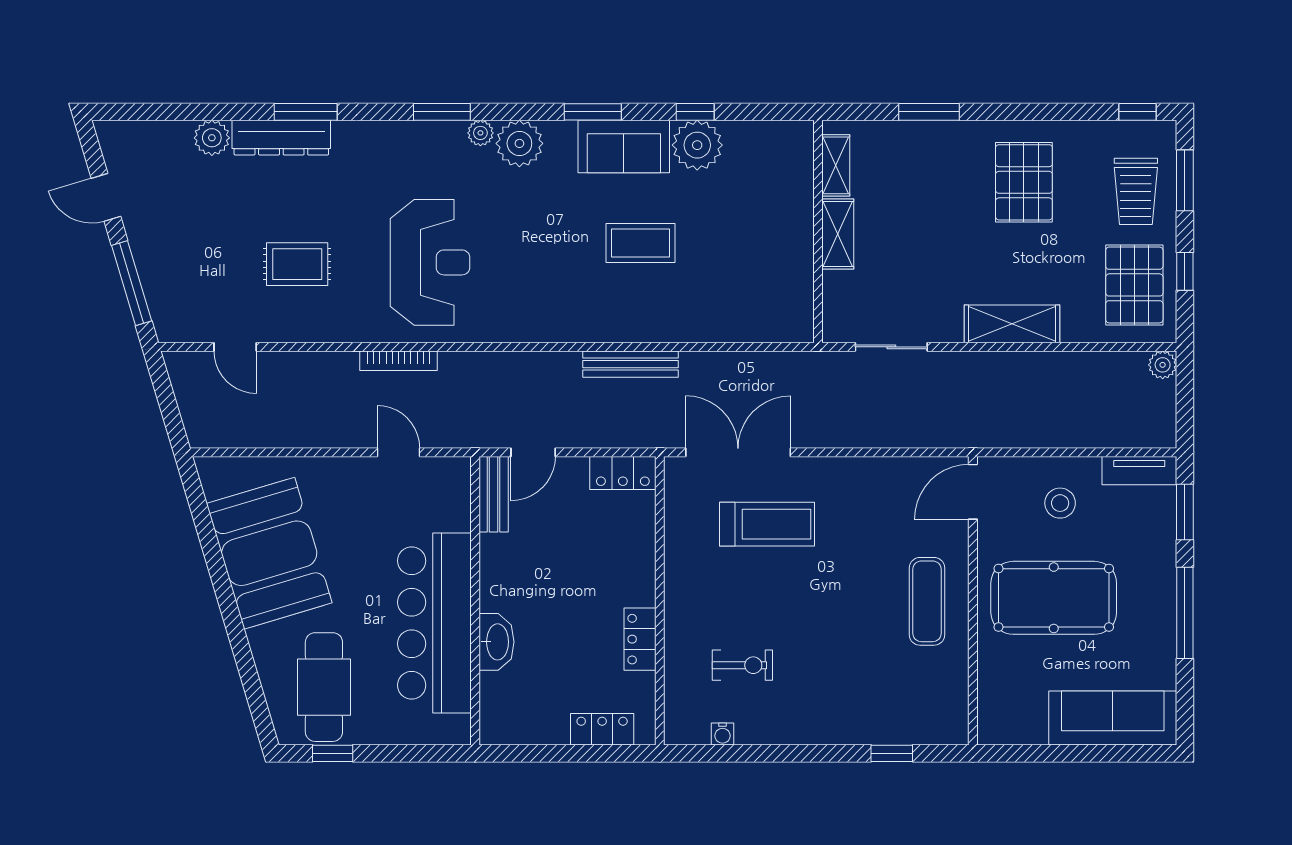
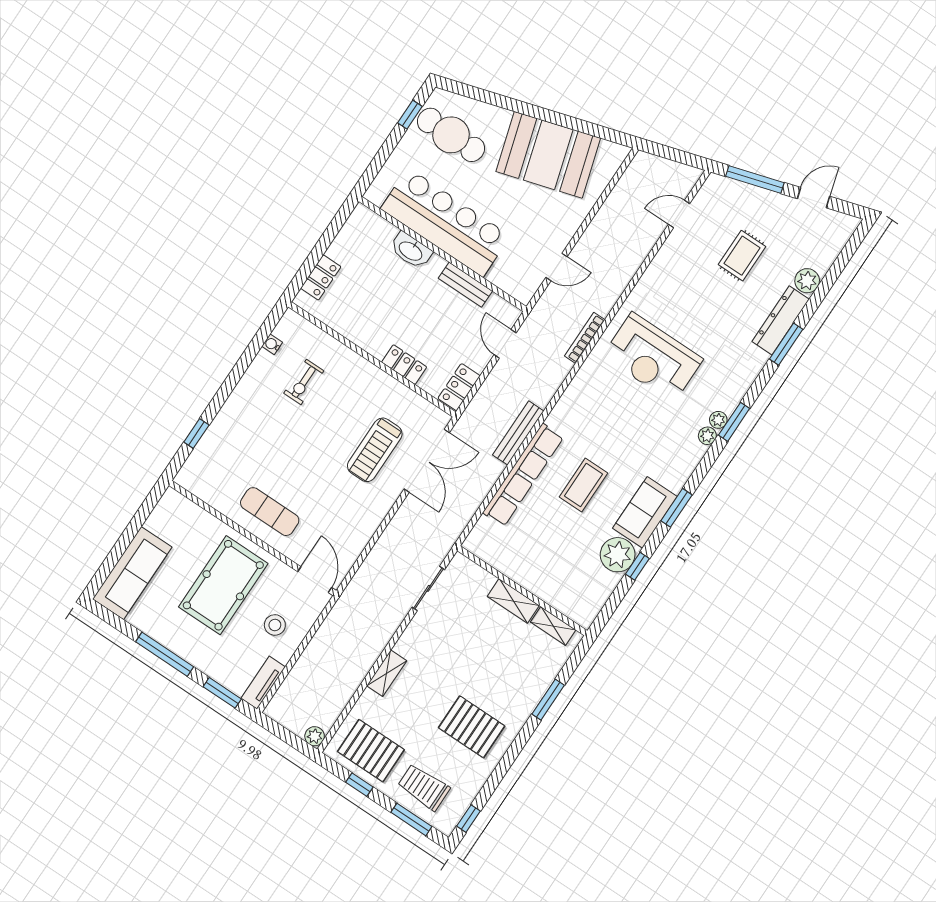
plant: (519, 143) -> (718, 420), moved, width x0.53, depth x0.53
rug: (297, 264) -> (742, 256), moved
row of seats: (677, 324) -> (523, 475), added
shelving: (1012, 324) -> (387, 673), width x0.67, depth x0.75
bookcase: (399, 361) -> (585, 338), moved
bench: (494, 494) -> (465, 285), moved
locker: (640, 639) -> (404, 365), moved

